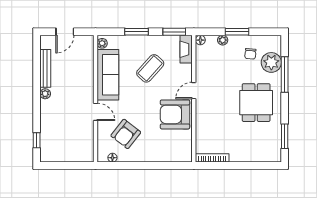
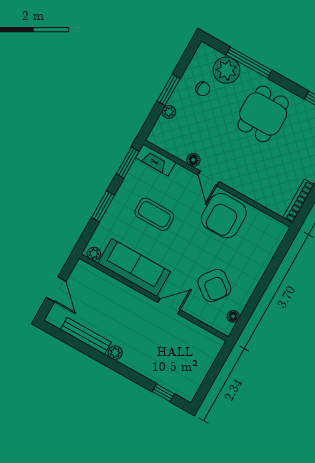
floor lamp: (200, 40) -> (193, 160), moved
coffee table: (150, 68) -> (154, 214), turned -42
dining table: (256, 103) -> (263, 114), turned 90

